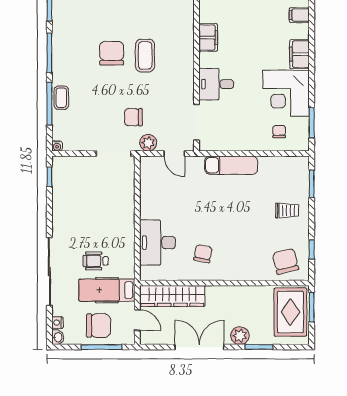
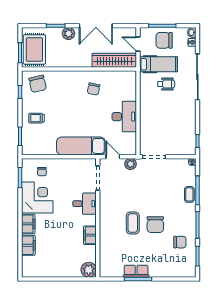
filing cabinet: (299, 15) -> (28, 245), width x2.00
chair: (133, 117) -> (180, 242), moved
exam couch: (231, 165) -> (81, 146), width x1.36, depth x1.45
desk: (158, 243) -> (124, 117), moved

